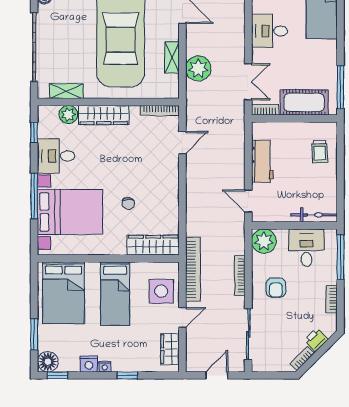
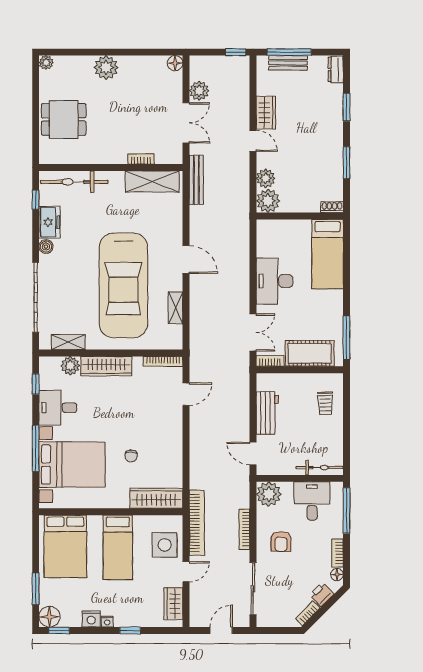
desk: (269, 31) -> (274, 281), width x1.37
plant: (198, 68) -> (202, 319), removed
floor lamp: (331, 320) -> (337, 575), added

